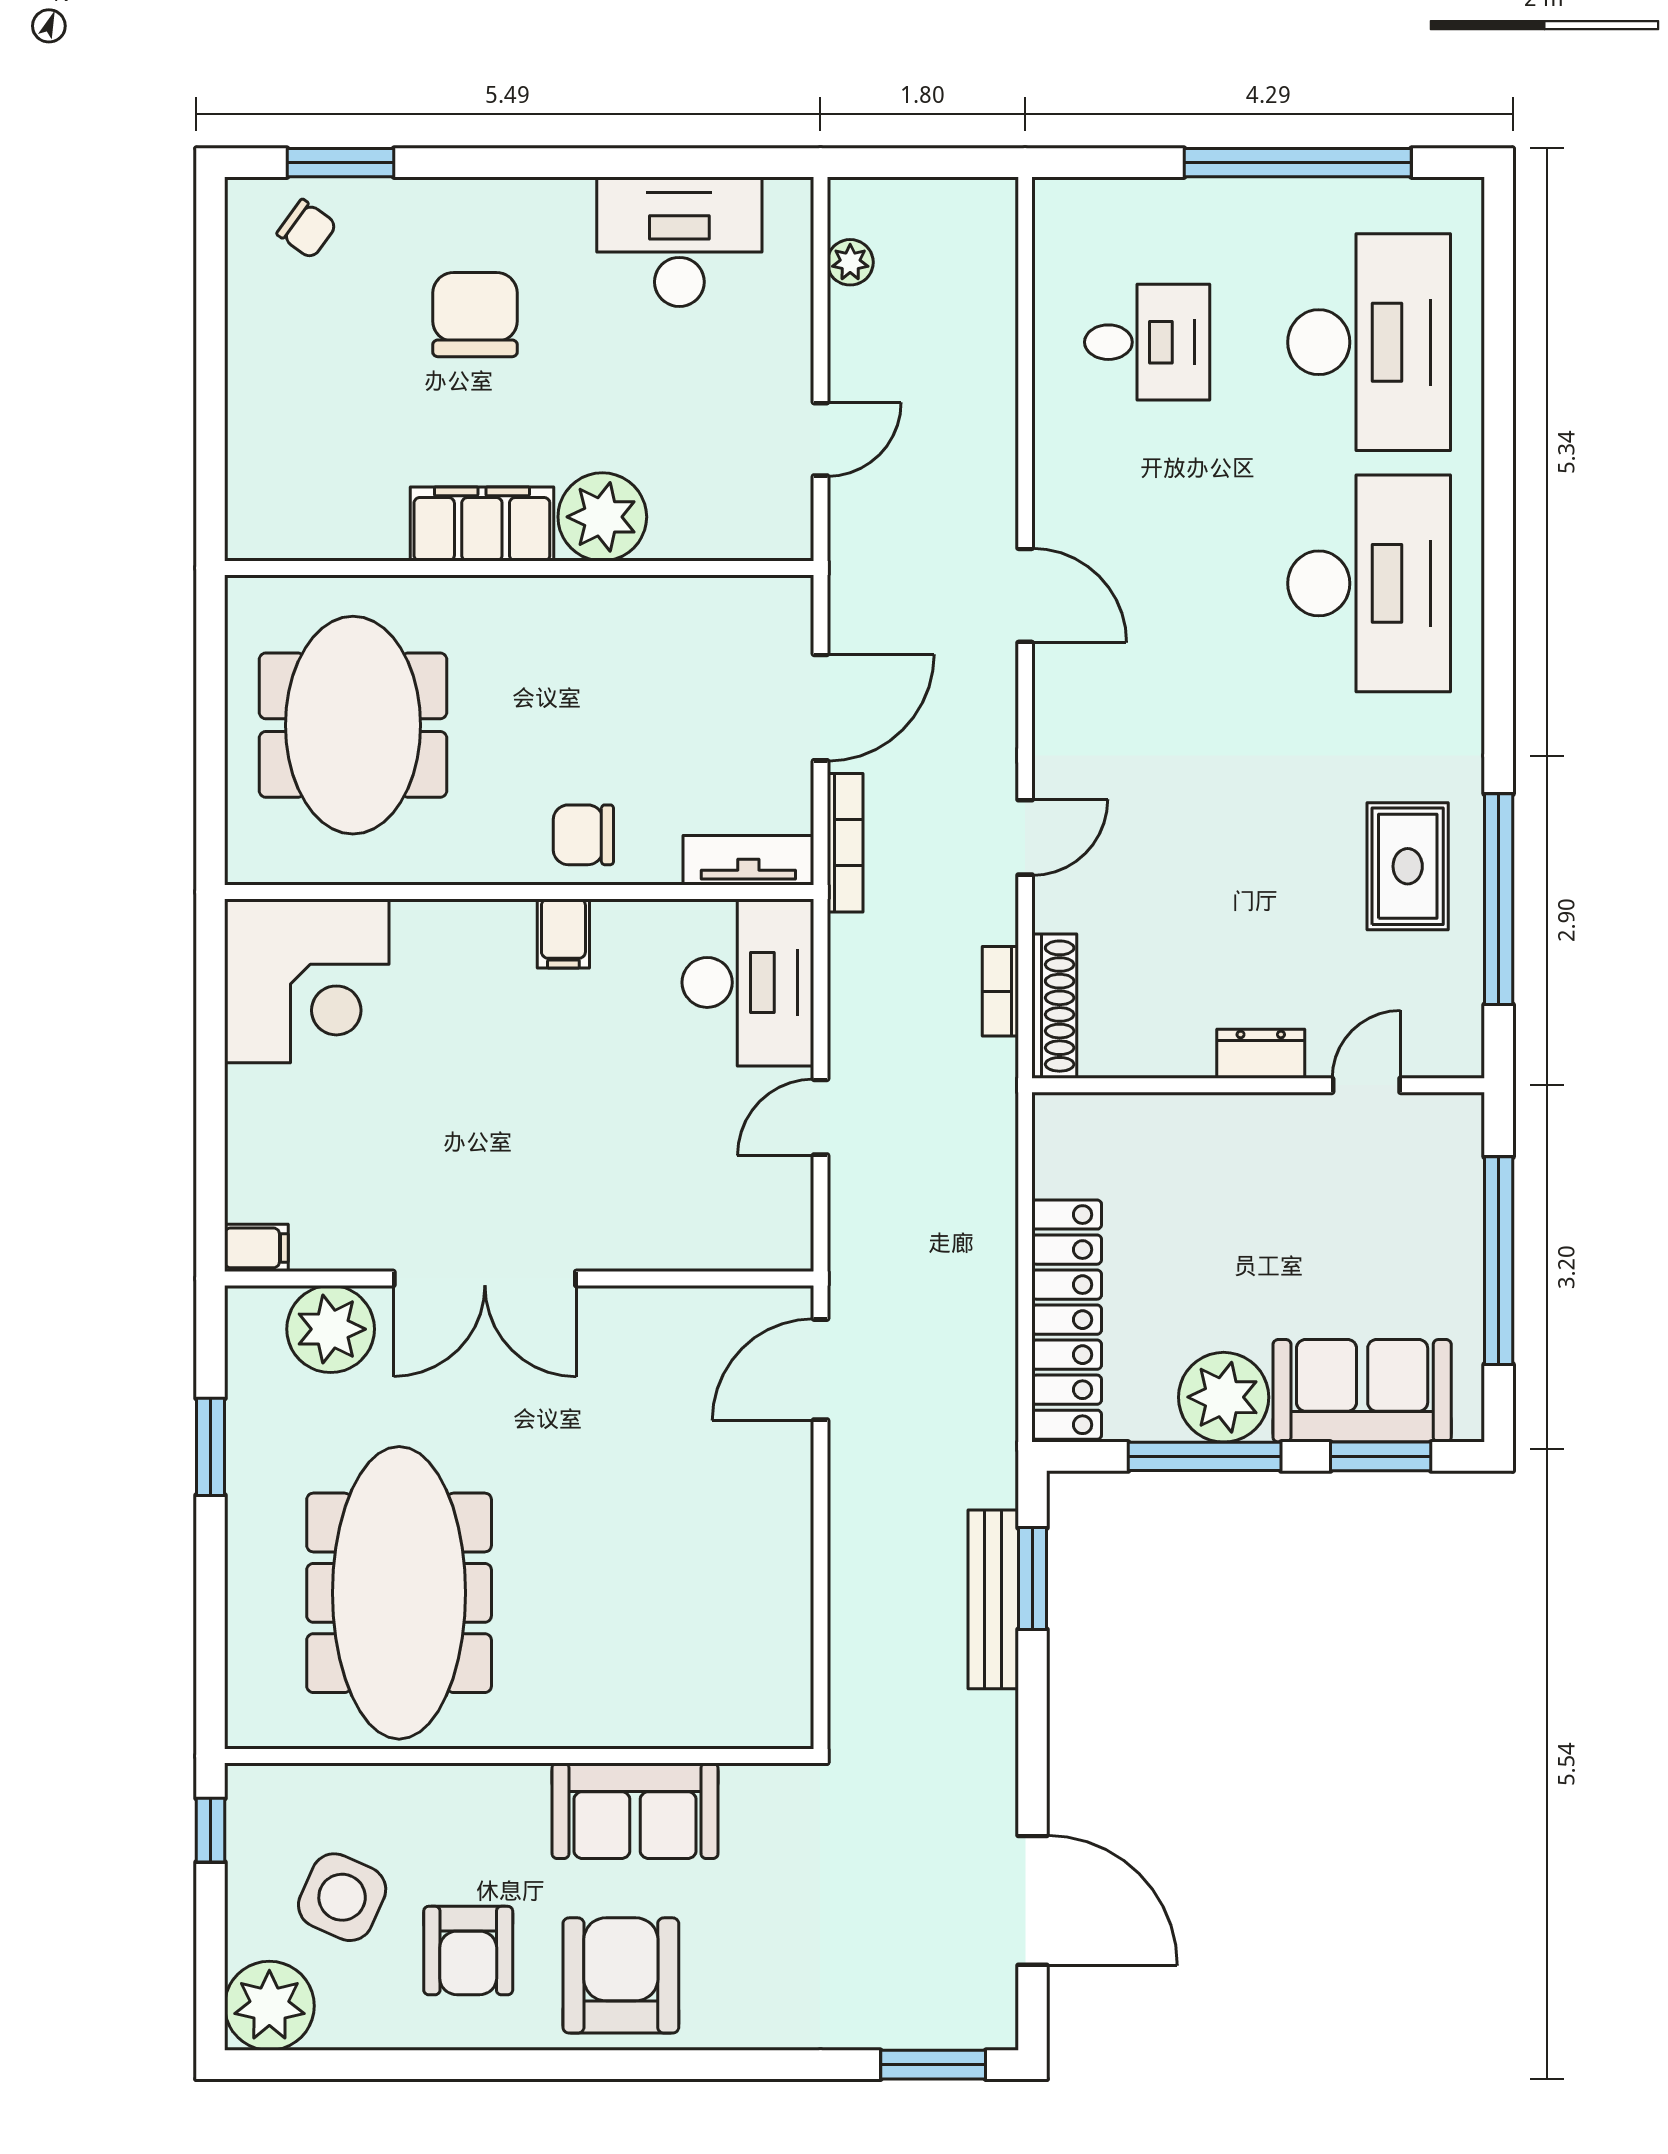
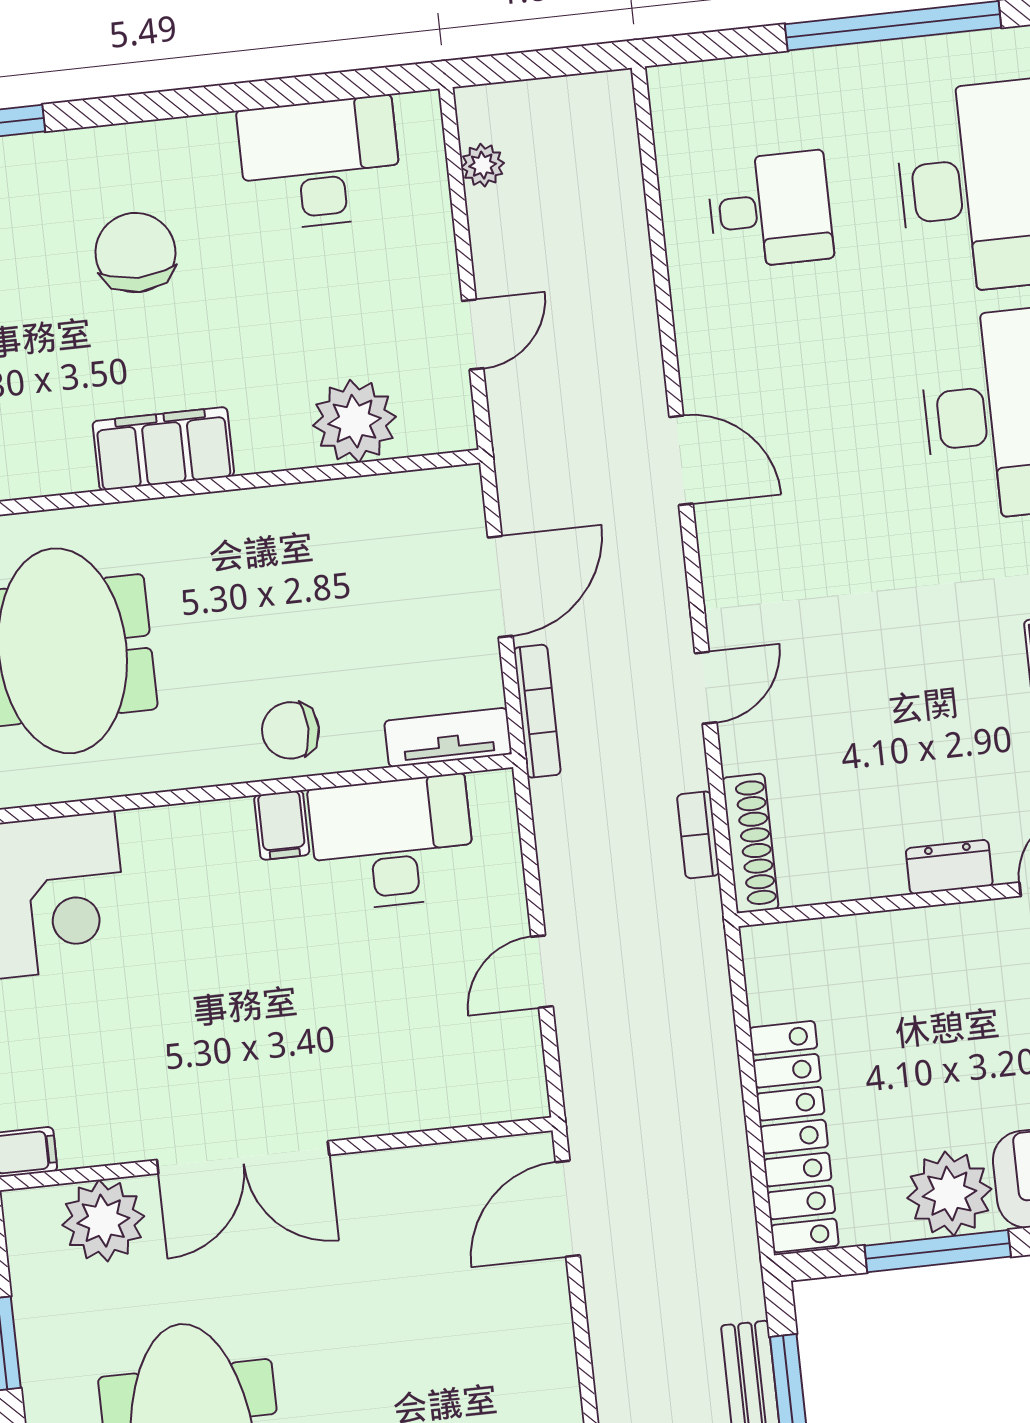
plant: (602, 517) -> (355, 421), moved
desk: (748, 982) -> (392, 843), moved, turned -90

